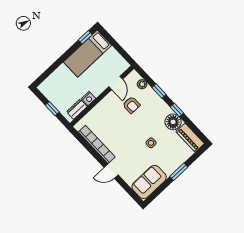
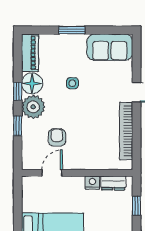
plant: (142, 84) -> (33, 107), moved, width x1.87, depth x1.87

